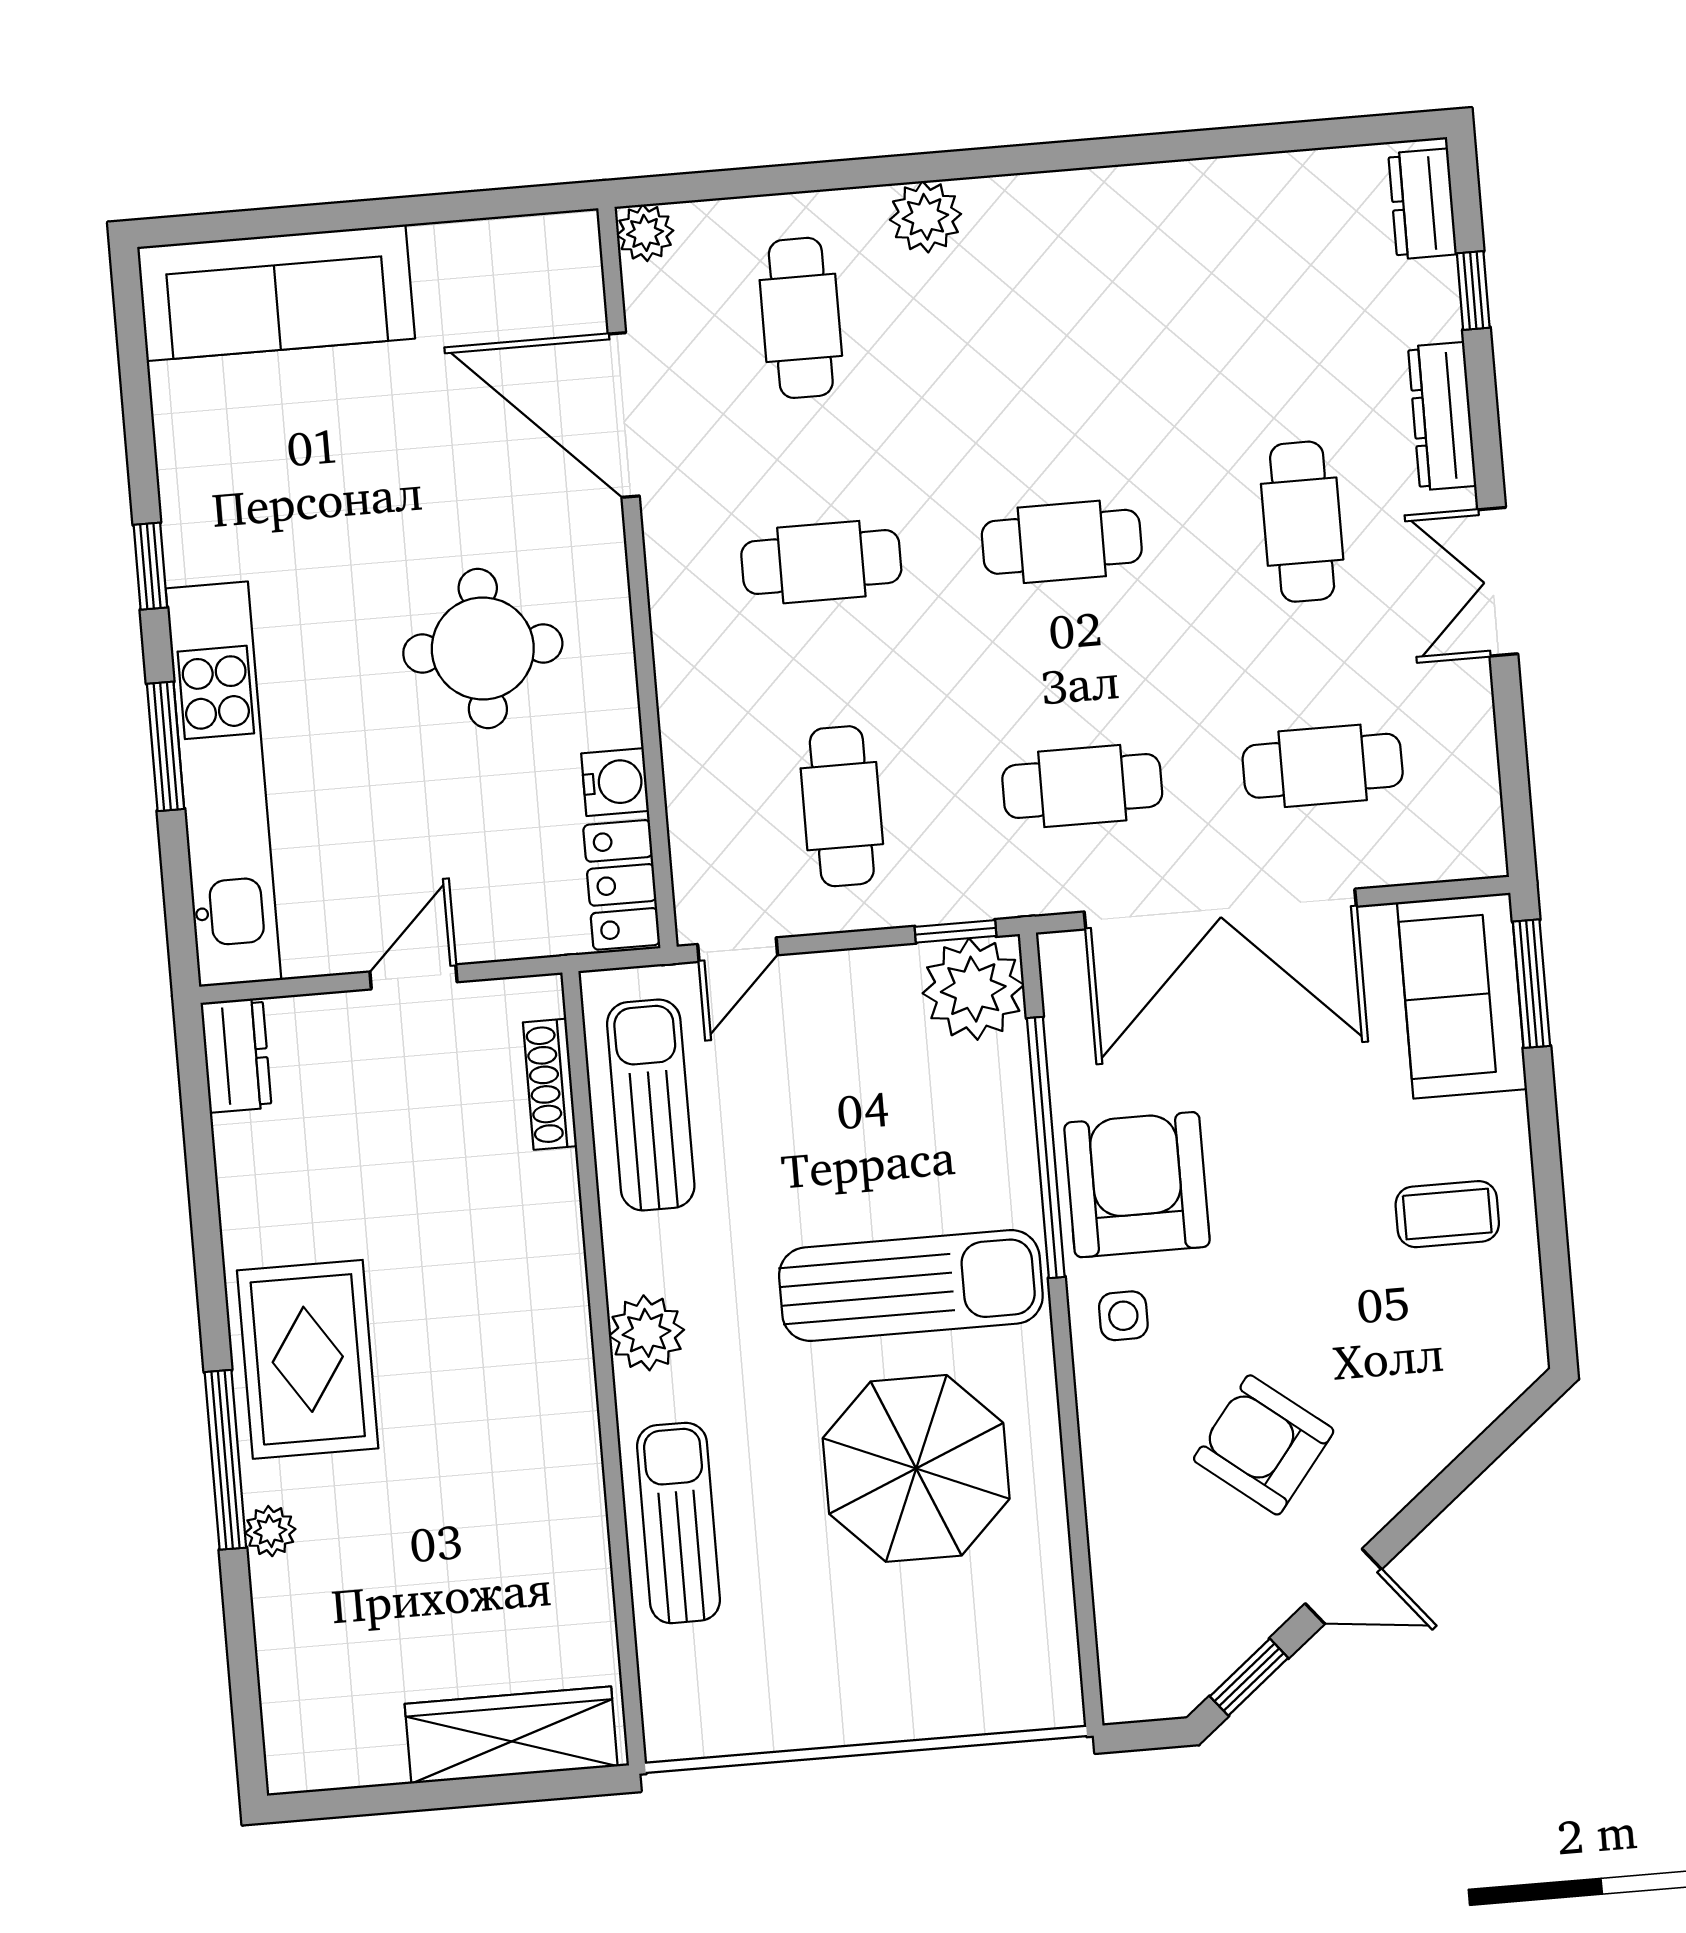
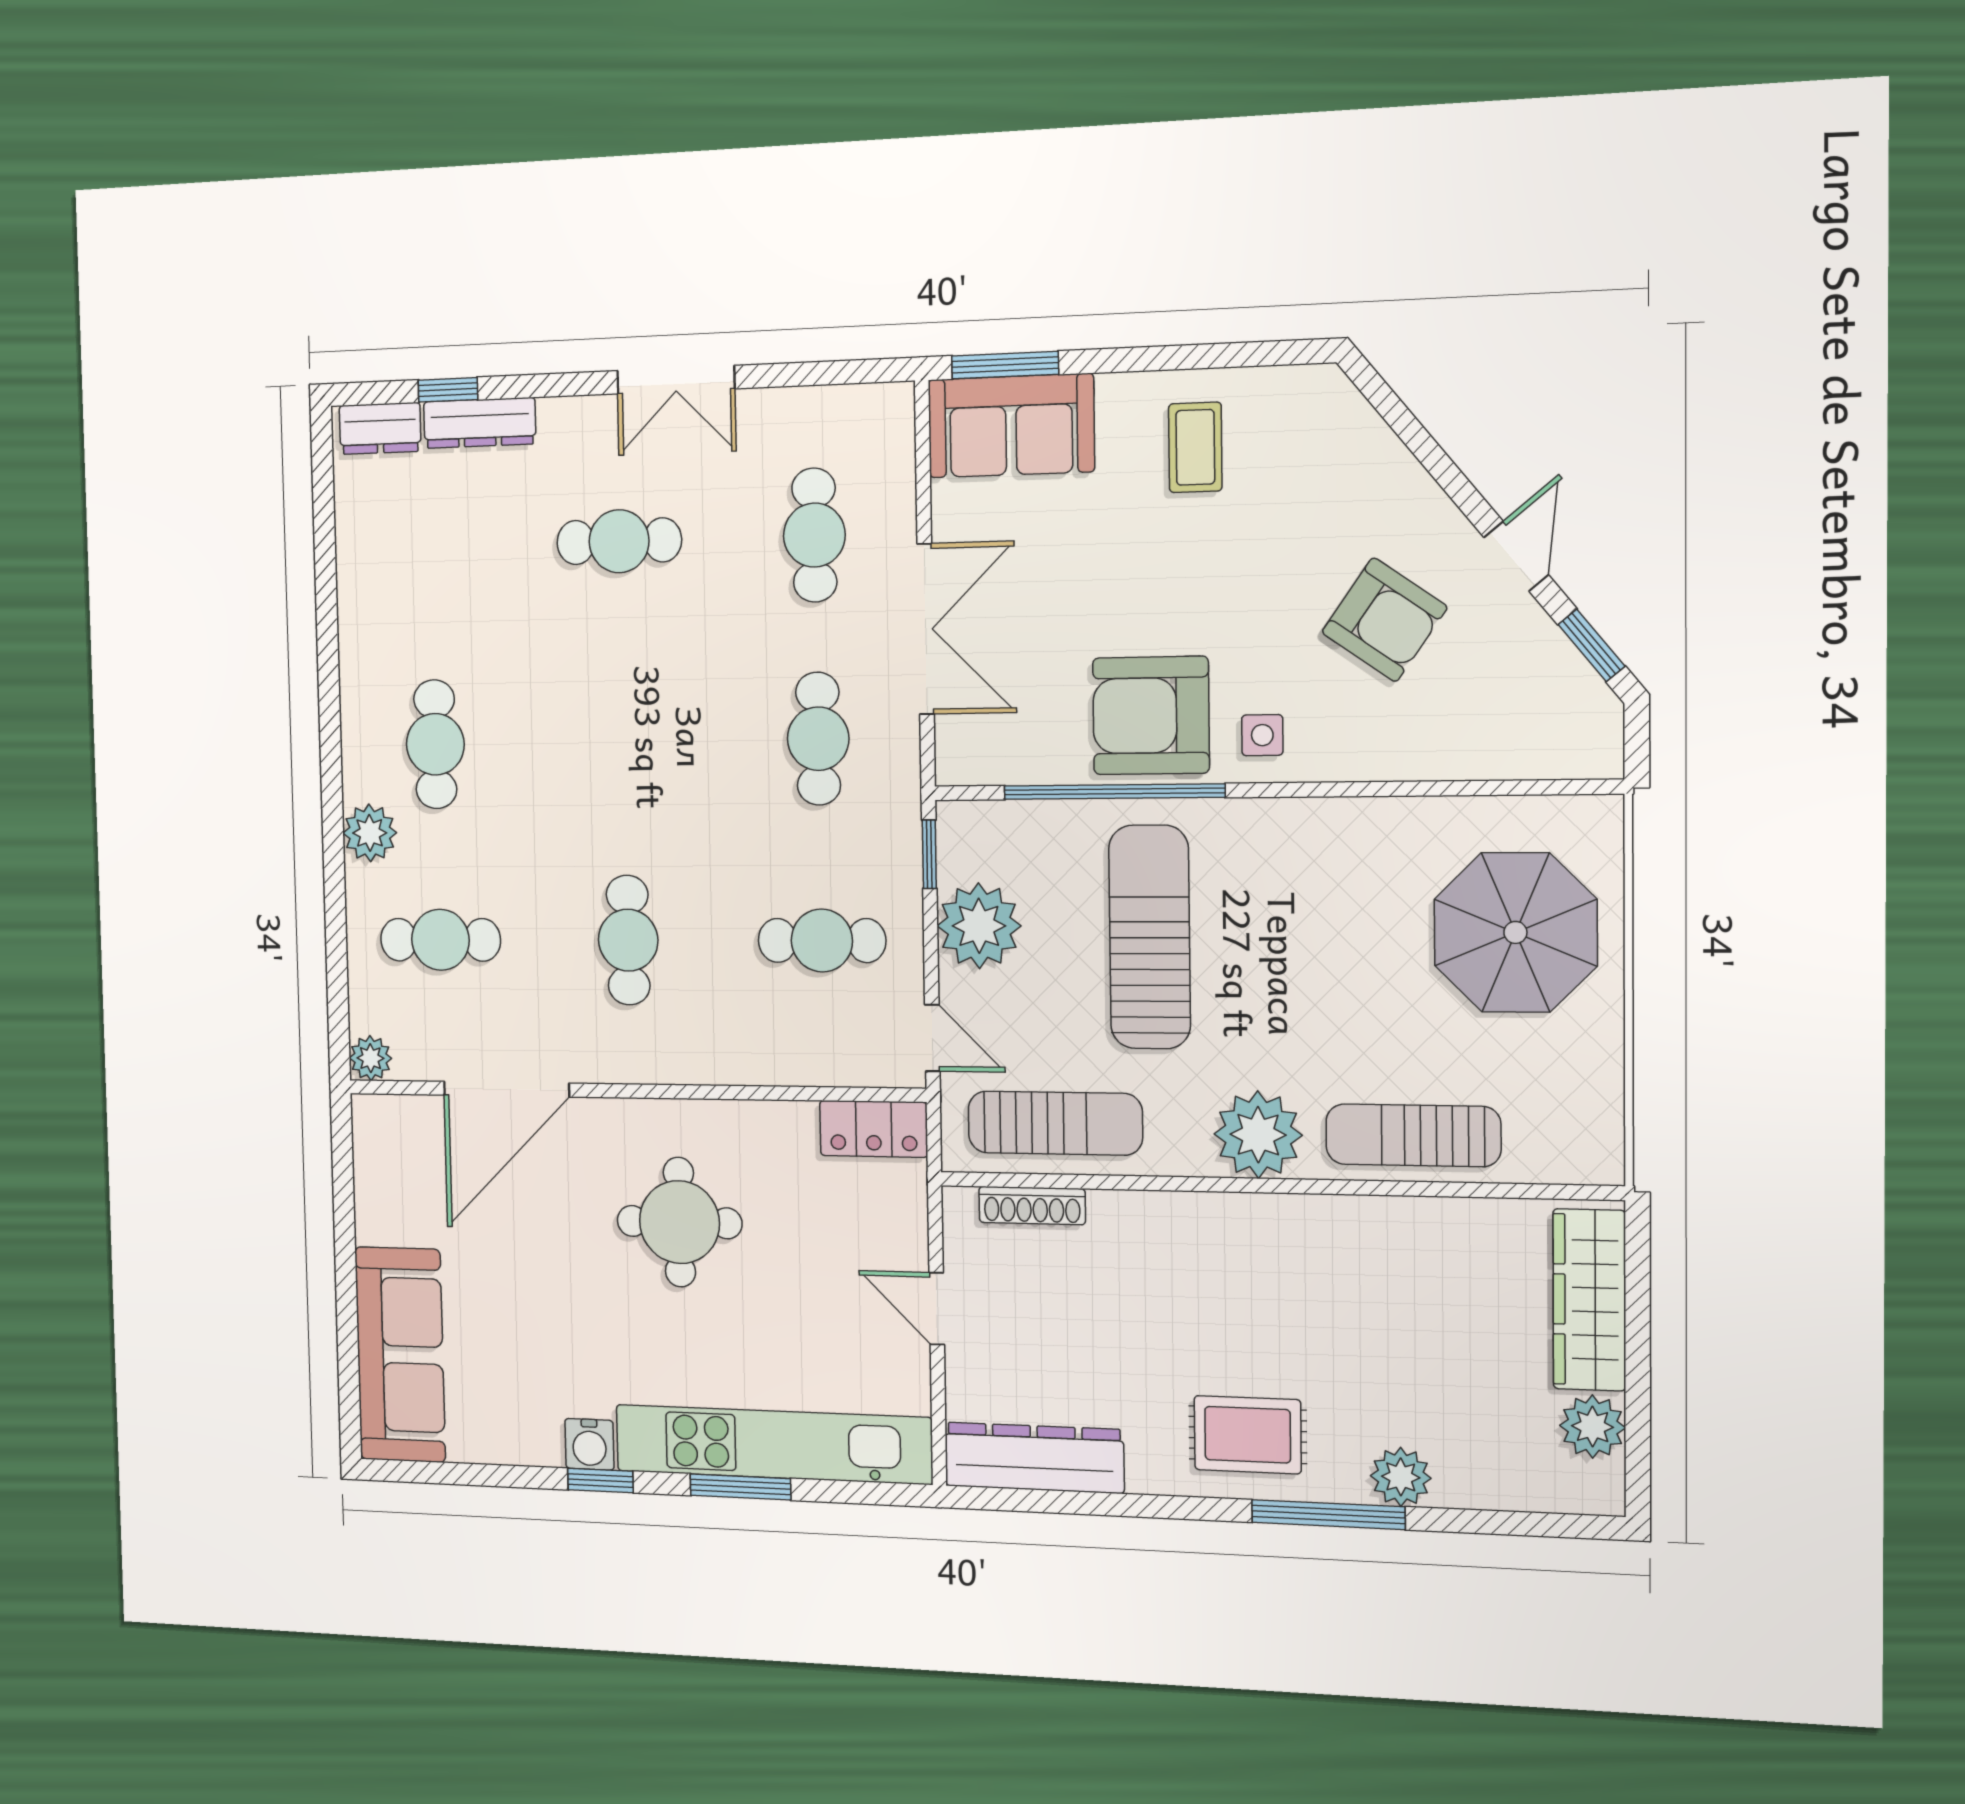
dresser: (1442, 416) -> (480, 423), moved
cafe table: (1062, 542) -> (435, 744), moved
water cooler: (615, 782) -> (589, 1444), moved, turned 180
double door: (1220, 909) -> (926, 629), width x0.73
plant: (973, 989) -> (979, 926), moved
dresser: (236, 1055) -> (1034, 1458), width x1.96, depth x1.24
sun lounger: (651, 1105) -> (1055, 1123), turned 180
sun lounger: (911, 1286) -> (1150, 937), moved
plant: (647, 1333) -> (1258, 1135), width x1.36, depth x1.36
rug: (308, 1359) -> (1248, 1435), width x0.73, depth x0.70
armchair: (1264, 1445) -> (1384, 620), turned -93
parasol: (916, 1468) -> (1515, 932), moved
plant: (270, 1531) -> (1401, 1477), width x1.38, depth x1.38
plant: (366, 1750) -> (1593, 1427), added

